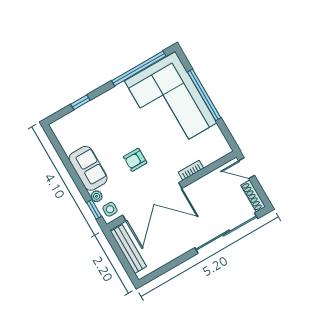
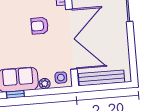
armchair: (135, 160) -> (40, 26), moved, turned 90
window: (94, 209) -> (15, 94), moved

